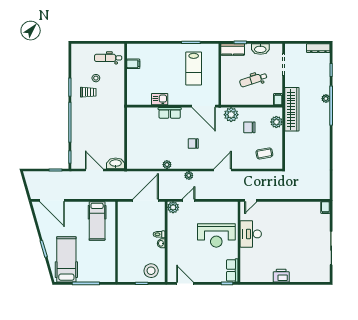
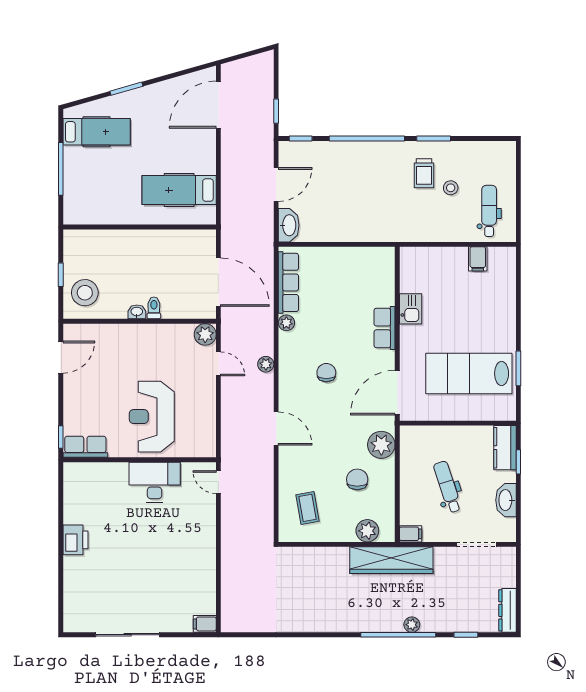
lab bench: (194, 68) -> (469, 374), width x1.36, depth x1.39
row of seats: (146, 164) -> (288, 282), added
hospital bed: (66, 259) -> (97, 132), width x0.73, depth x0.78

